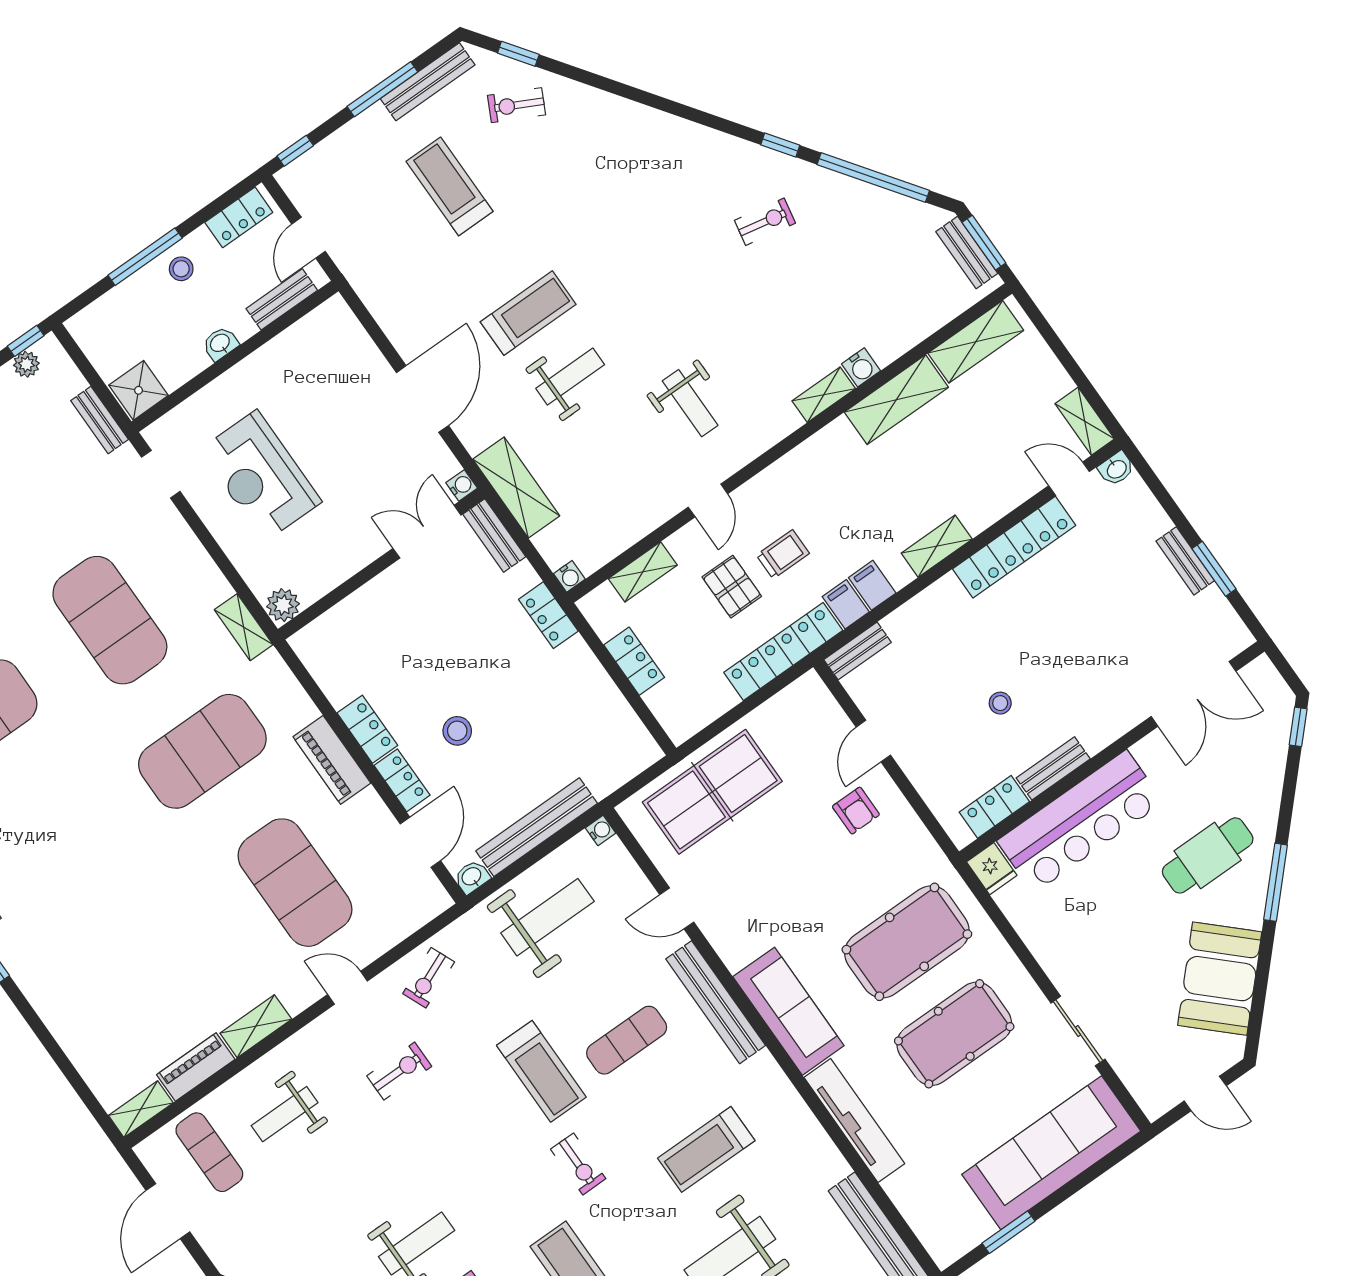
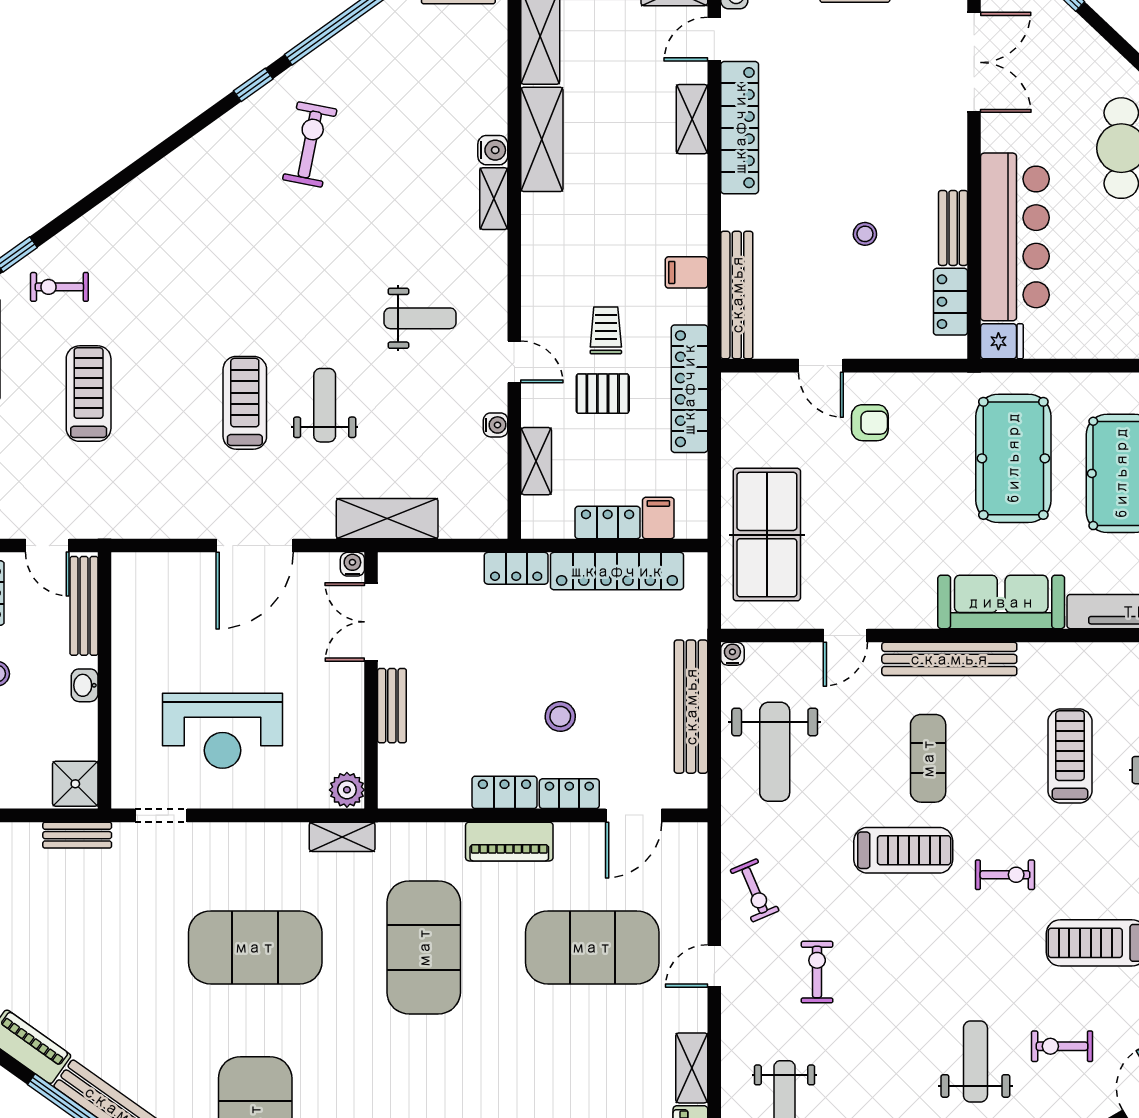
exercise bike: (517, 105) -> (59, 287), turned 63
treadmill: (450, 186) -> (89, 394), turned 90
exercise bike: (765, 222) -> (310, 144), width x1.38, depth x1.39
bench: (282, 299) -> (84, 606), width x1.36
door: (422, 399) -> (255, 546), swing flipped
bench: (494, 535) -> (392, 706), moved, turned 90
shelving: (937, 546) -> (692, 119), moved
water cooler: (569, 576) -> (496, 425), moved
filing cabinet: (846, 604) -> (658, 518), moved, turned 90
bench: (858, 651) -> (737, 295), width x1.86, depth x1.21
locker: (602, 695) -> (617, 571), added
door: (420, 842) -> (634, 815), swing flipped
washbasin: (472, 877) -> (694, 792), removed
weight bench: (547, 917) -> (775, 752), turned 180
treadmill: (706, 1149) -> (1070, 756), turned 180

